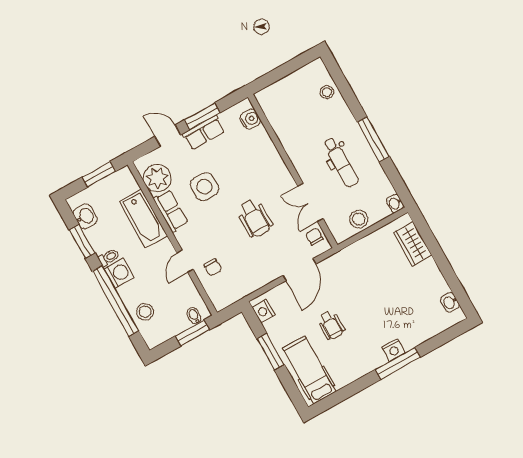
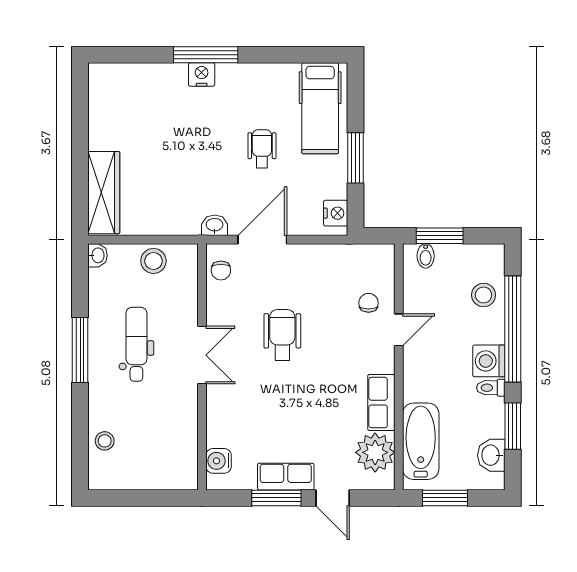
side table: (204, 187) -> (323, 409), removed
double door: (310, 202) -> (202, 355), moved
bathtub: (143, 219) -> (421, 441), moved
wardrobe: (413, 244) -> (104, 193), width x1.50
washbasin: (450, 302) -> (215, 225), moved, turned -90

